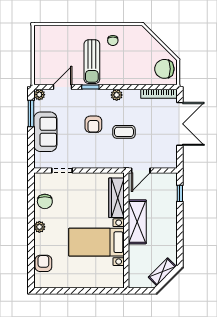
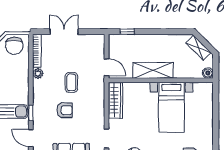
plant: (117, 95) -> (38, 73), moved
double door: (180, 124) -> (64, 32), width x0.73
wardrobe: (117, 198) -> (115, 100), moved, turned -90
boiler: (134, 282) -> (208, 73), added

